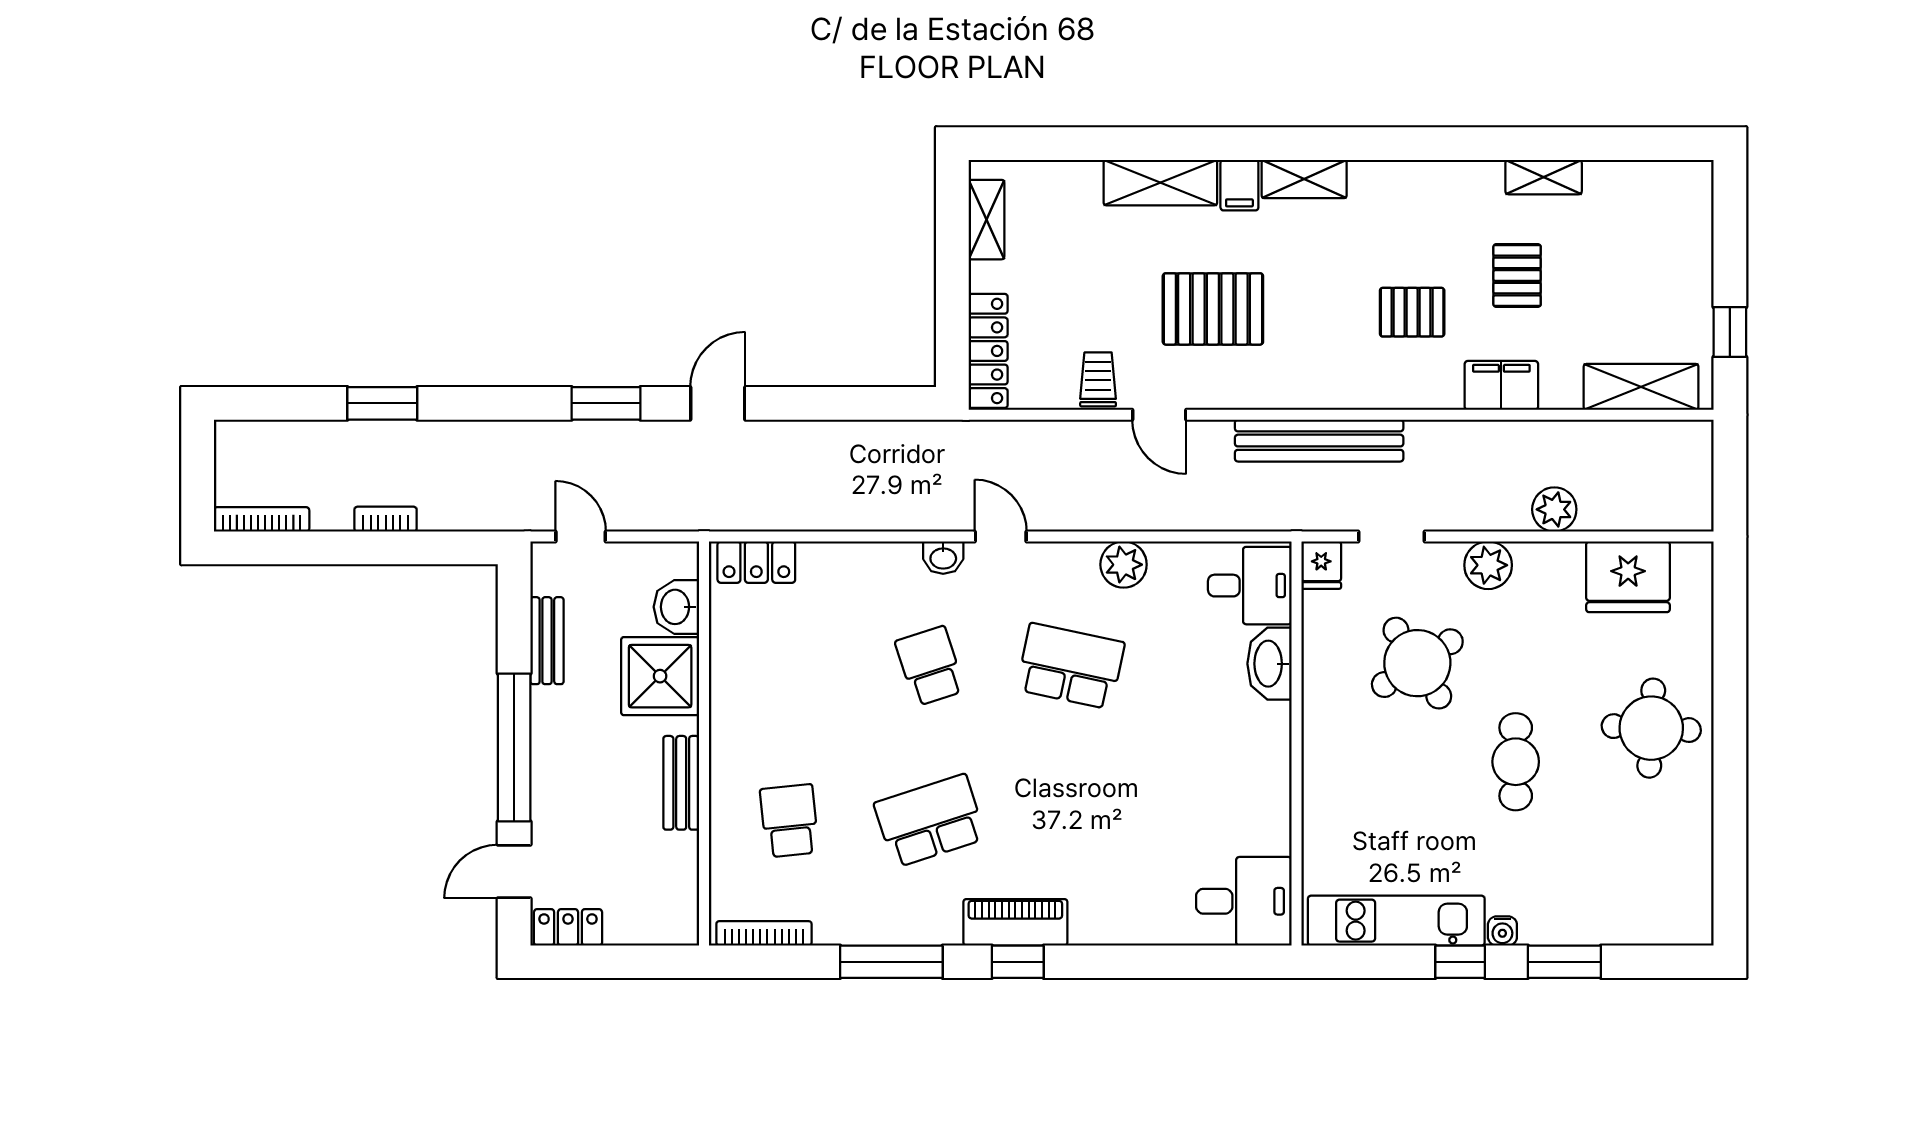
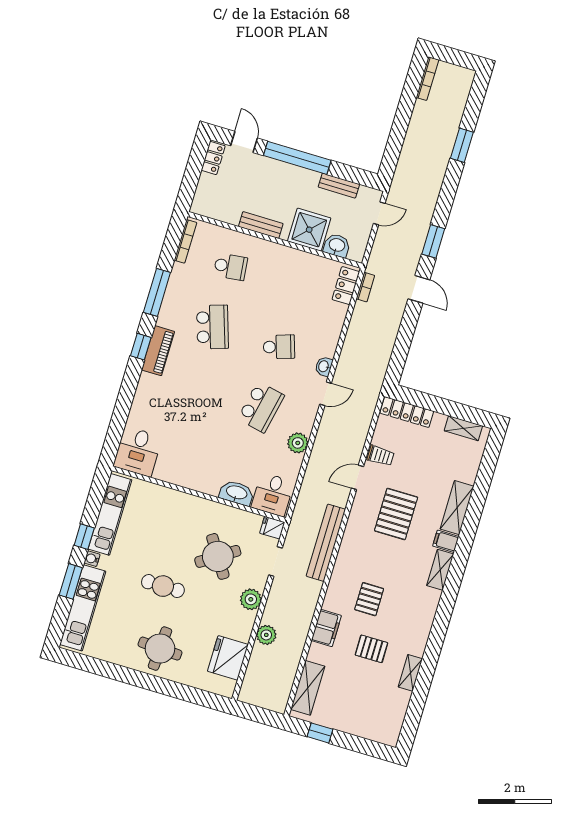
bookcase: (386, 519) -> (365, 287), moved
kitchen unit: (1613, 919) -> (83, 608), added

